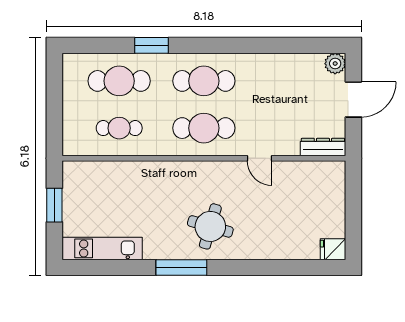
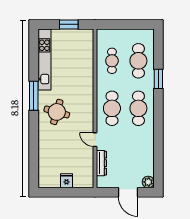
dresser: (323, 147) -> (101, 163), moved
door: (260, 158) -> (95, 140), hinge flipped
kitchen unit: (102, 248) -> (44, 59), width x1.36
fridge: (333, 249) -> (66, 181), moved

